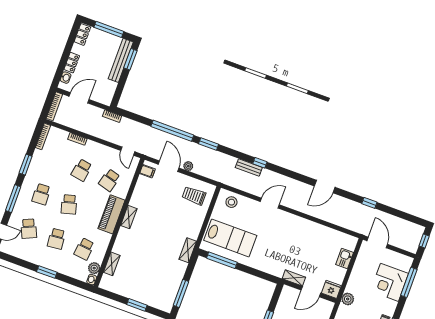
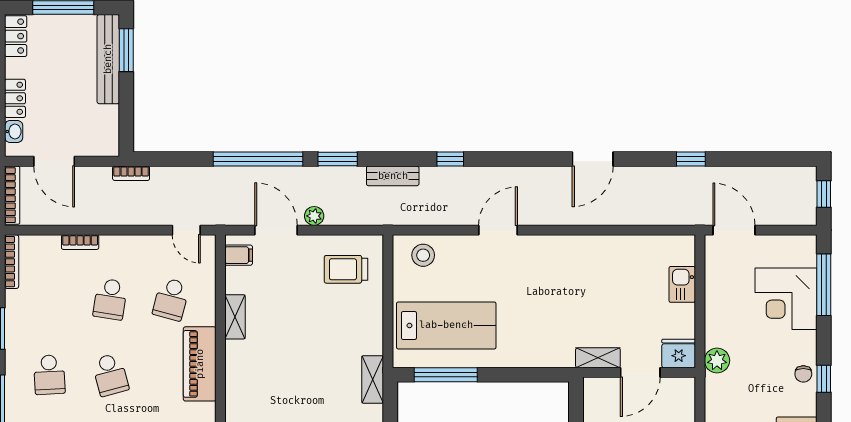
door: (79, 98) -> (54, 161), swing flipped
bench: (249, 167) -> (393, 176), moved
shelving: (129, 217) -> (235, 317), moved

